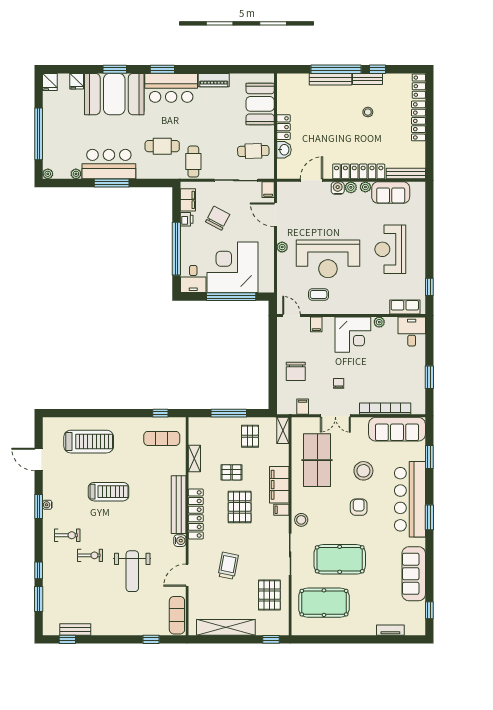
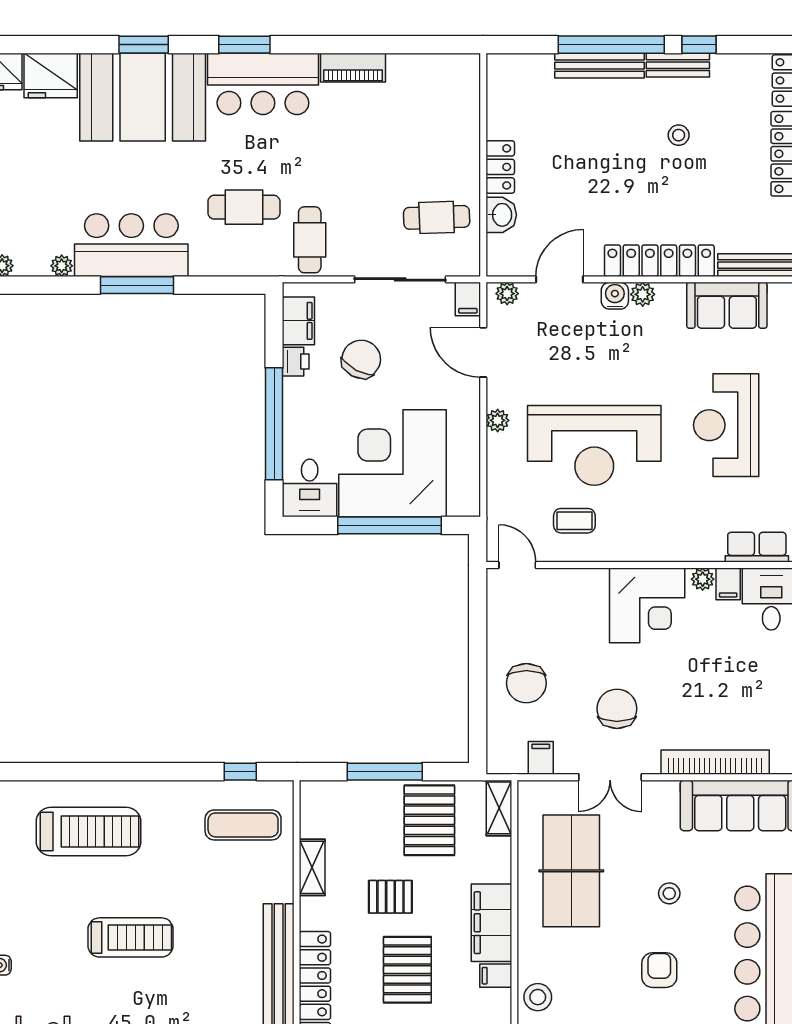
fridge: (77, 81) -> (51, 76), width x1.88, depth x1.34
booth: (260, 104) -> (451, 118), removed
plant: (365, 187) -> (507, 294), moved
filing cabinet: (316, 324) -> (728, 584), moved
chair: (339, 383) -> (617, 709), width x1.87, depth x1.87
pallet: (250, 436) -> (429, 820), width x1.50, depth x1.42
stool: (363, 471) -> (669, 893), width x0.53, depth x0.53

